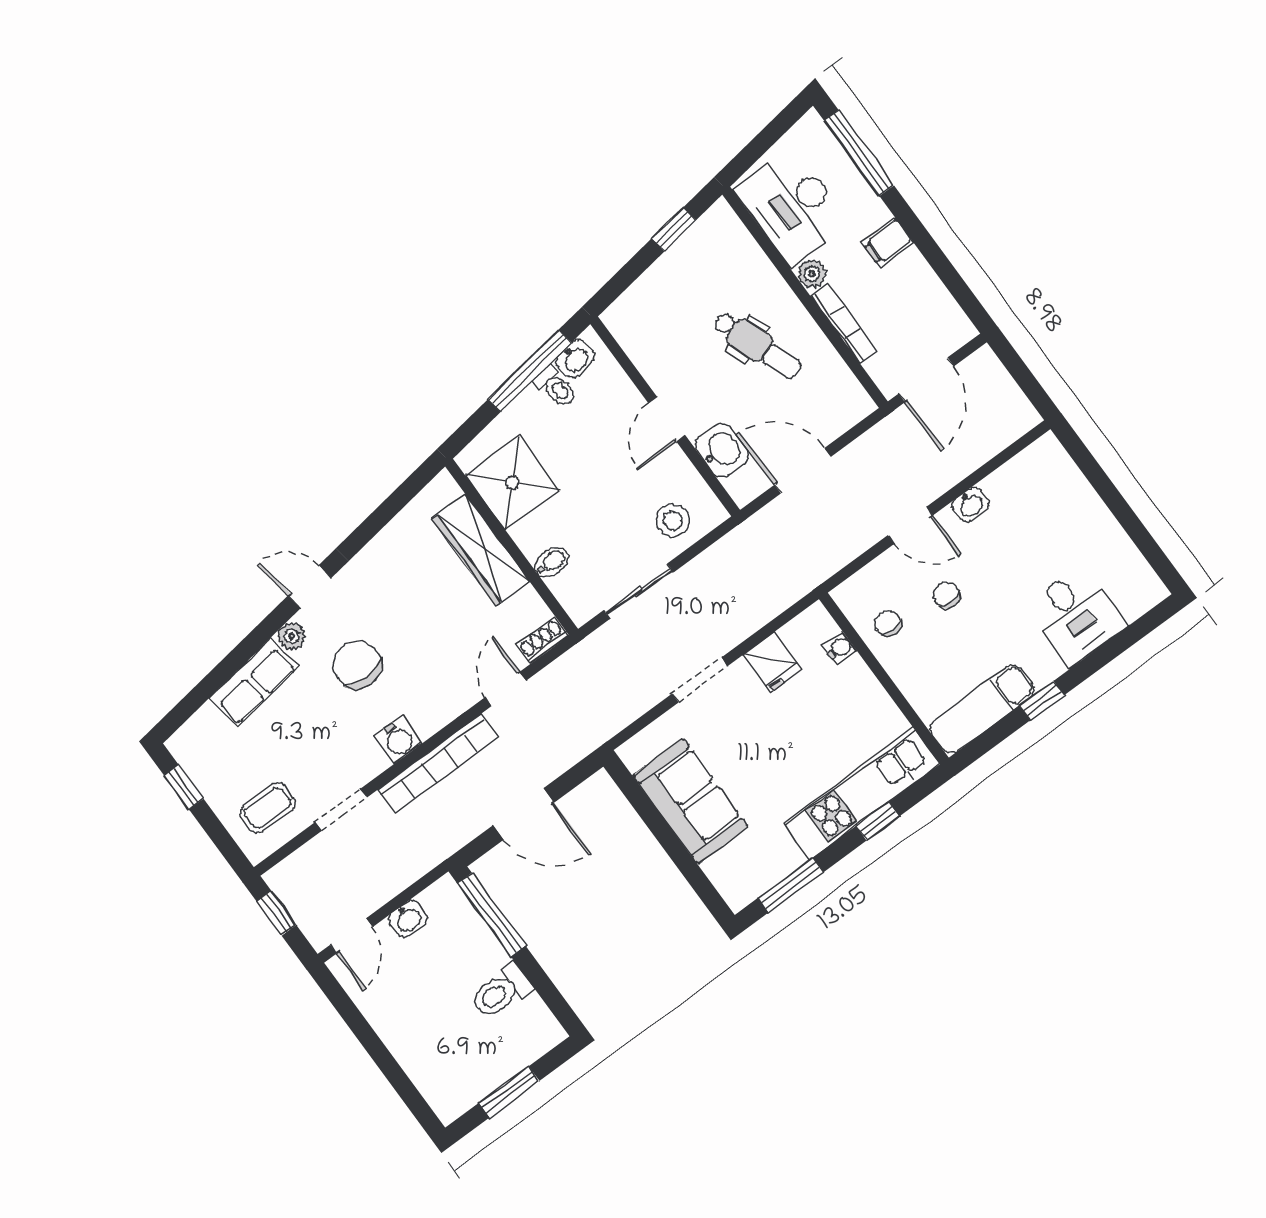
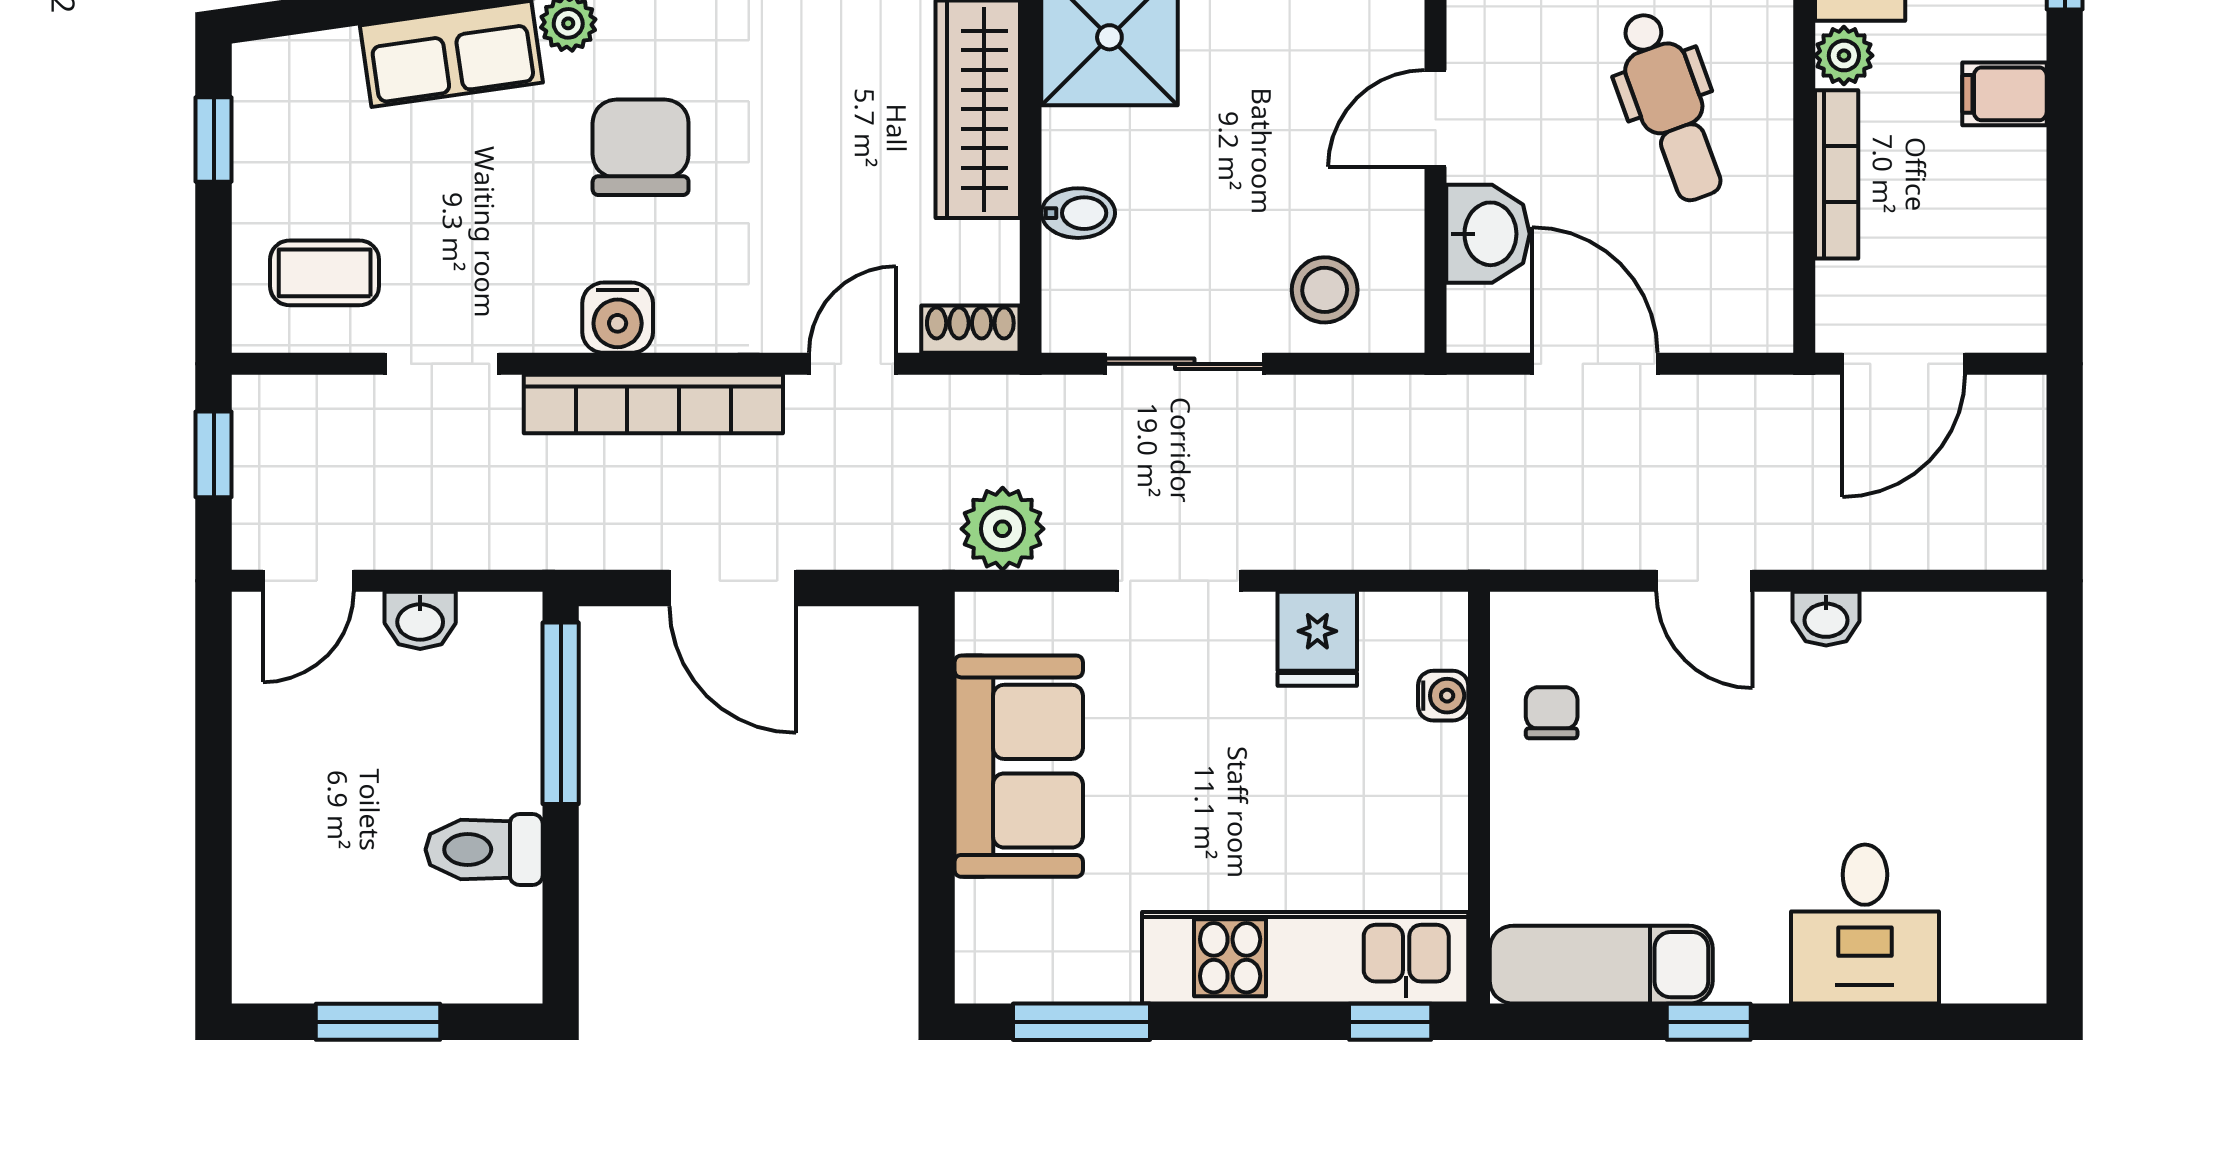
chair: (947, 595) -> (1680, 737), removed
plant: (614, 711) -> (1003, 529), added
window: (878, 821) -> (1390, 1022), moved

